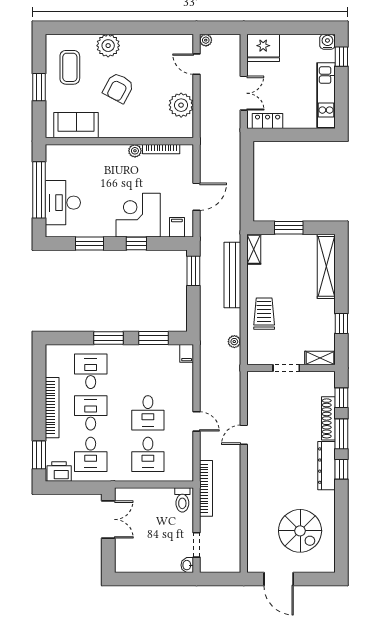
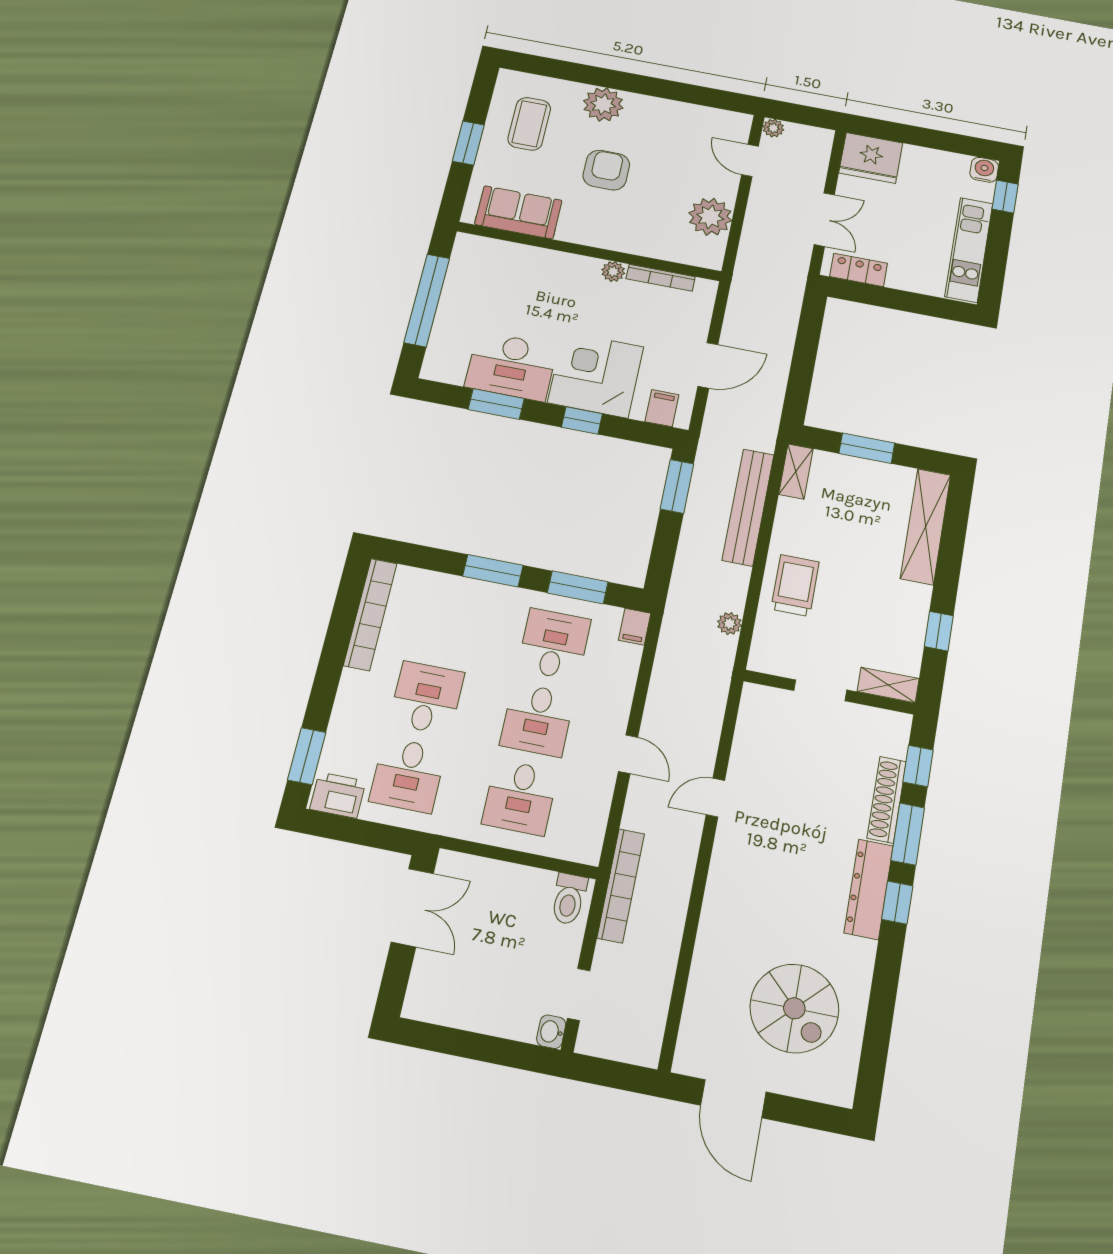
armchair: (118, 88) -> (606, 170), turned 152
desk: (63, 203) -> (511, 366), moved, turned -90
desk: (91, 371) -> (554, 644), moved
bookcase: (52, 408) -> (370, 614), moved

